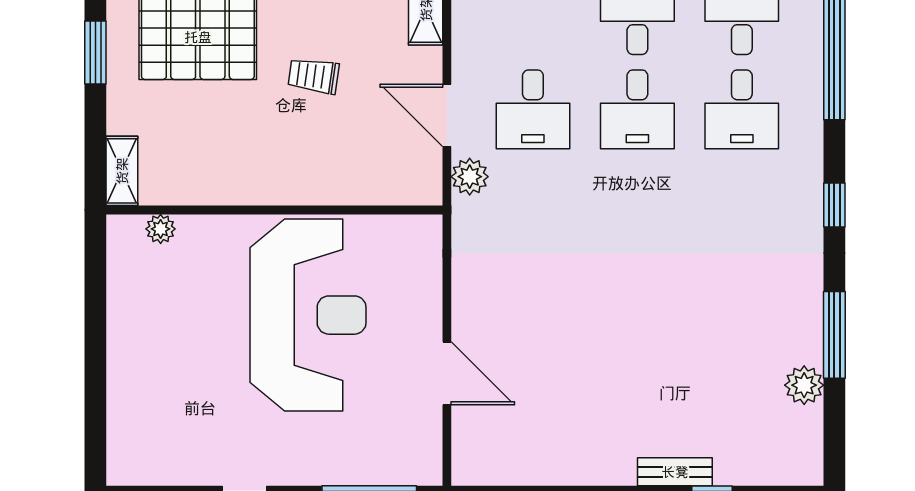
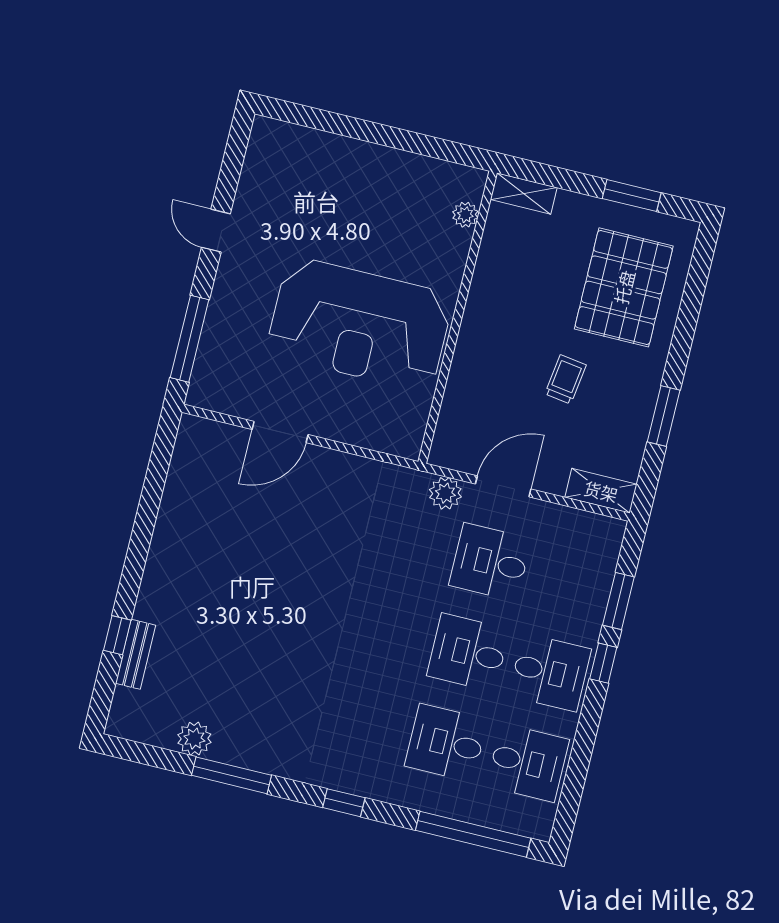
bench: (675, 472) -> (136, 654), moved

